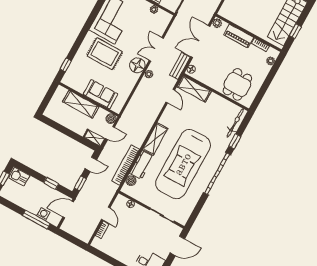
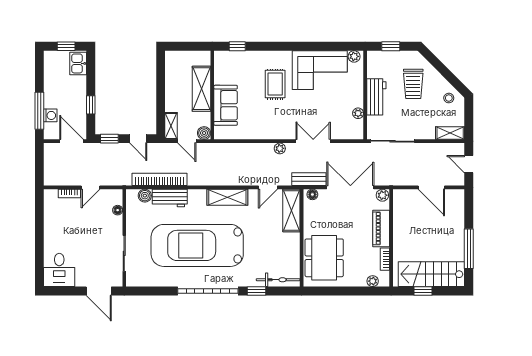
rug: (105, 54) -> (275, 84), width x0.73, depth x0.70
floor lamp: (137, 65) -> (283, 129), removed
dining table: (237, 84) -> (324, 258), width x1.37
shelving: (155, 139) -> (227, 197), moved

